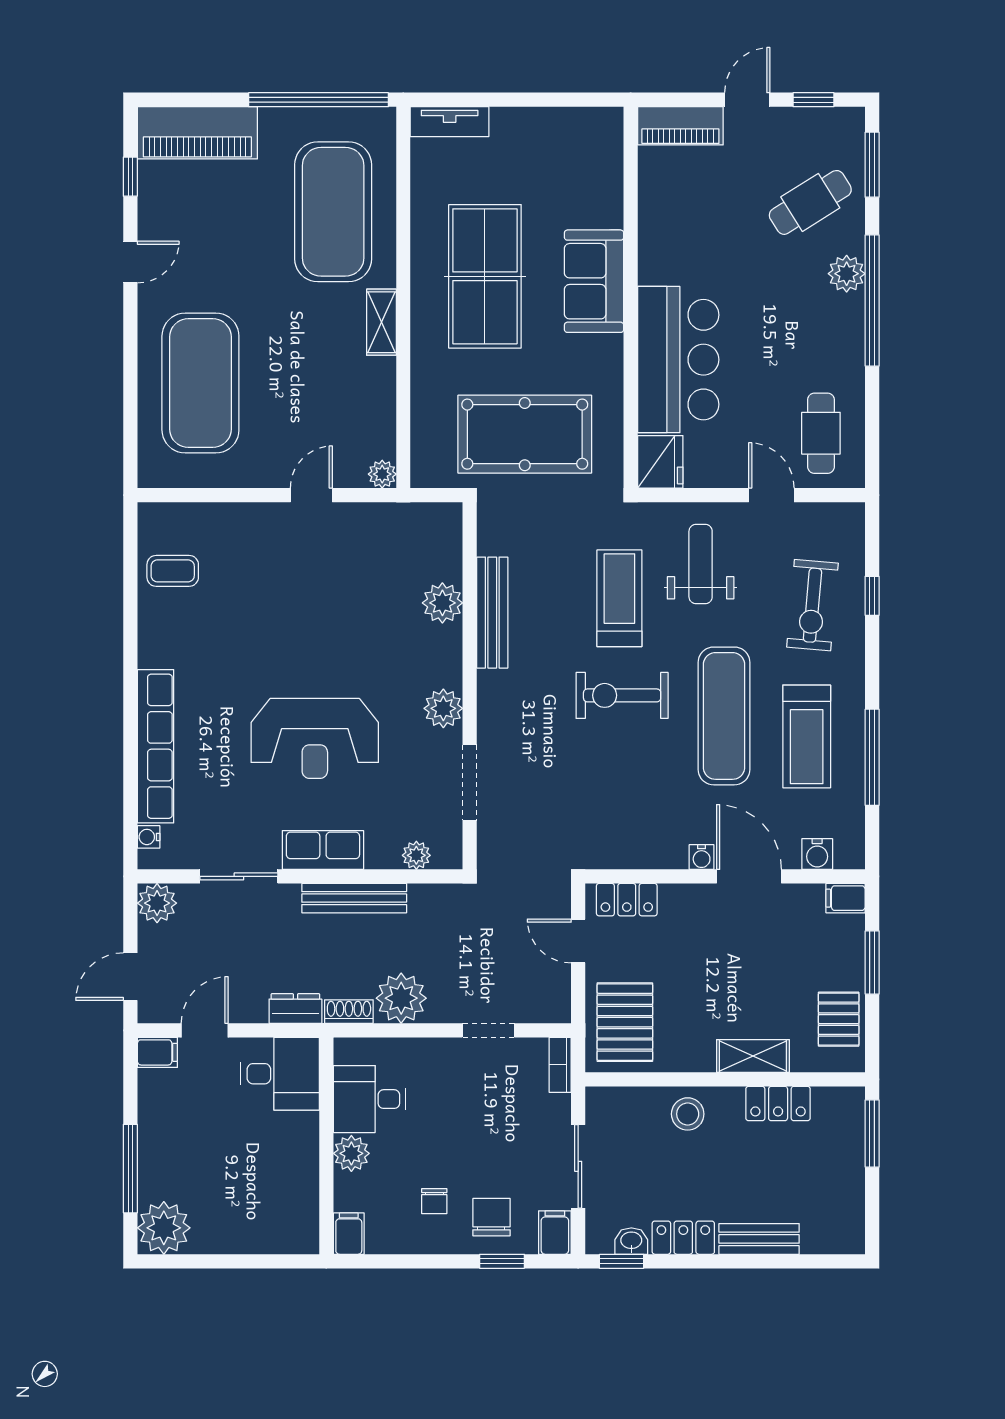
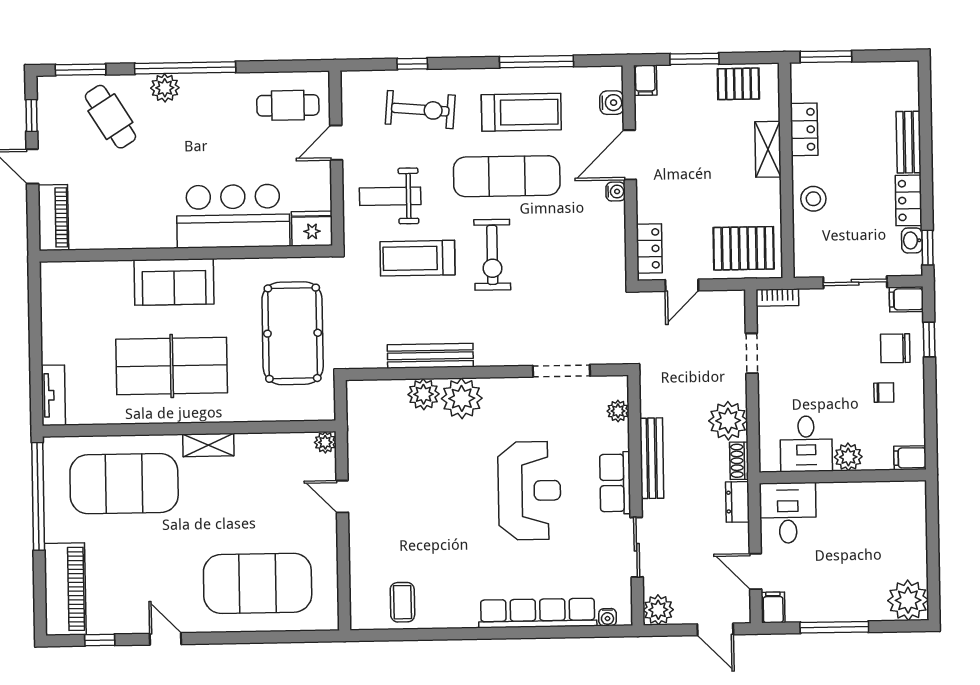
plant: (443, 708) -> (462, 398), moved, width x1.36, depth x1.36
window: (130, 1169) -> (834, 627), moved

